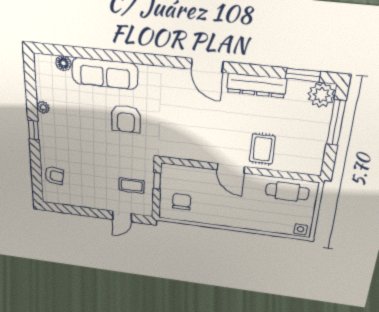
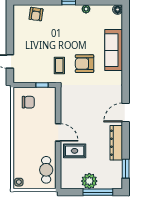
floor lamp: (63, 63) -> (118, 10), moved
plant: (321, 95) -> (89, 181), moved
door: (231, 168) -> (58, 132), swing flipped
coffee table: (132, 186) -> (59, 66), moved

